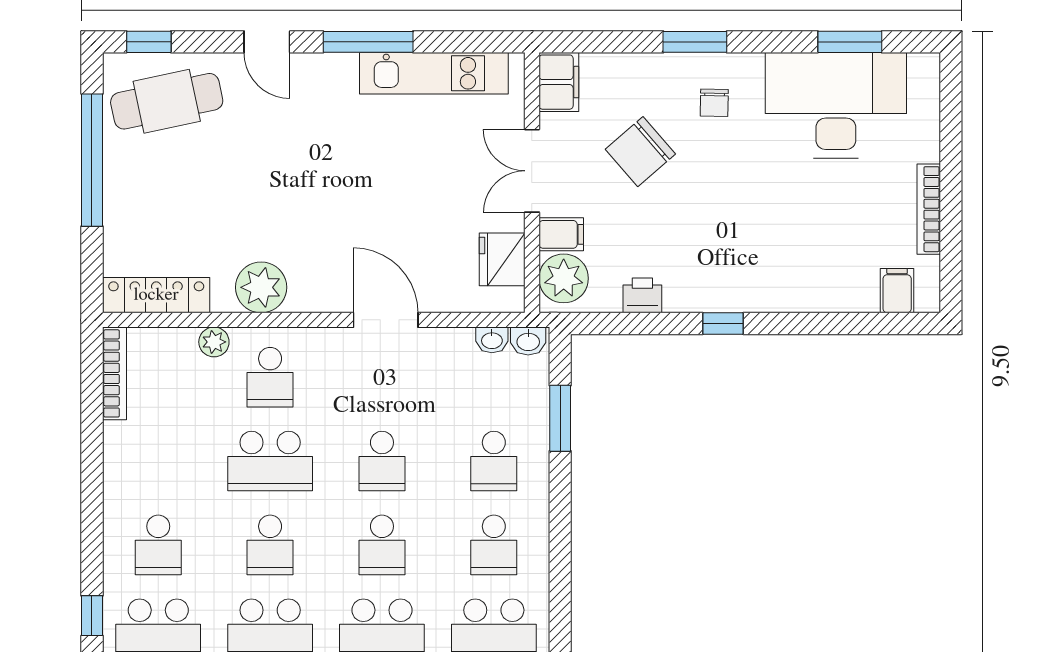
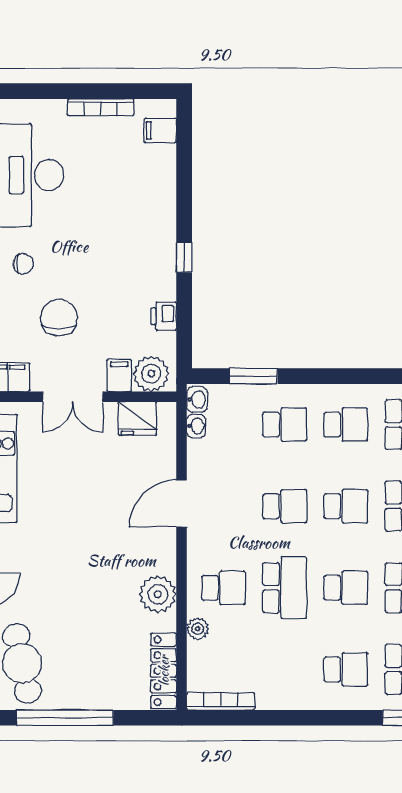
chair: (640, 152) -> (59, 318), turned -139

